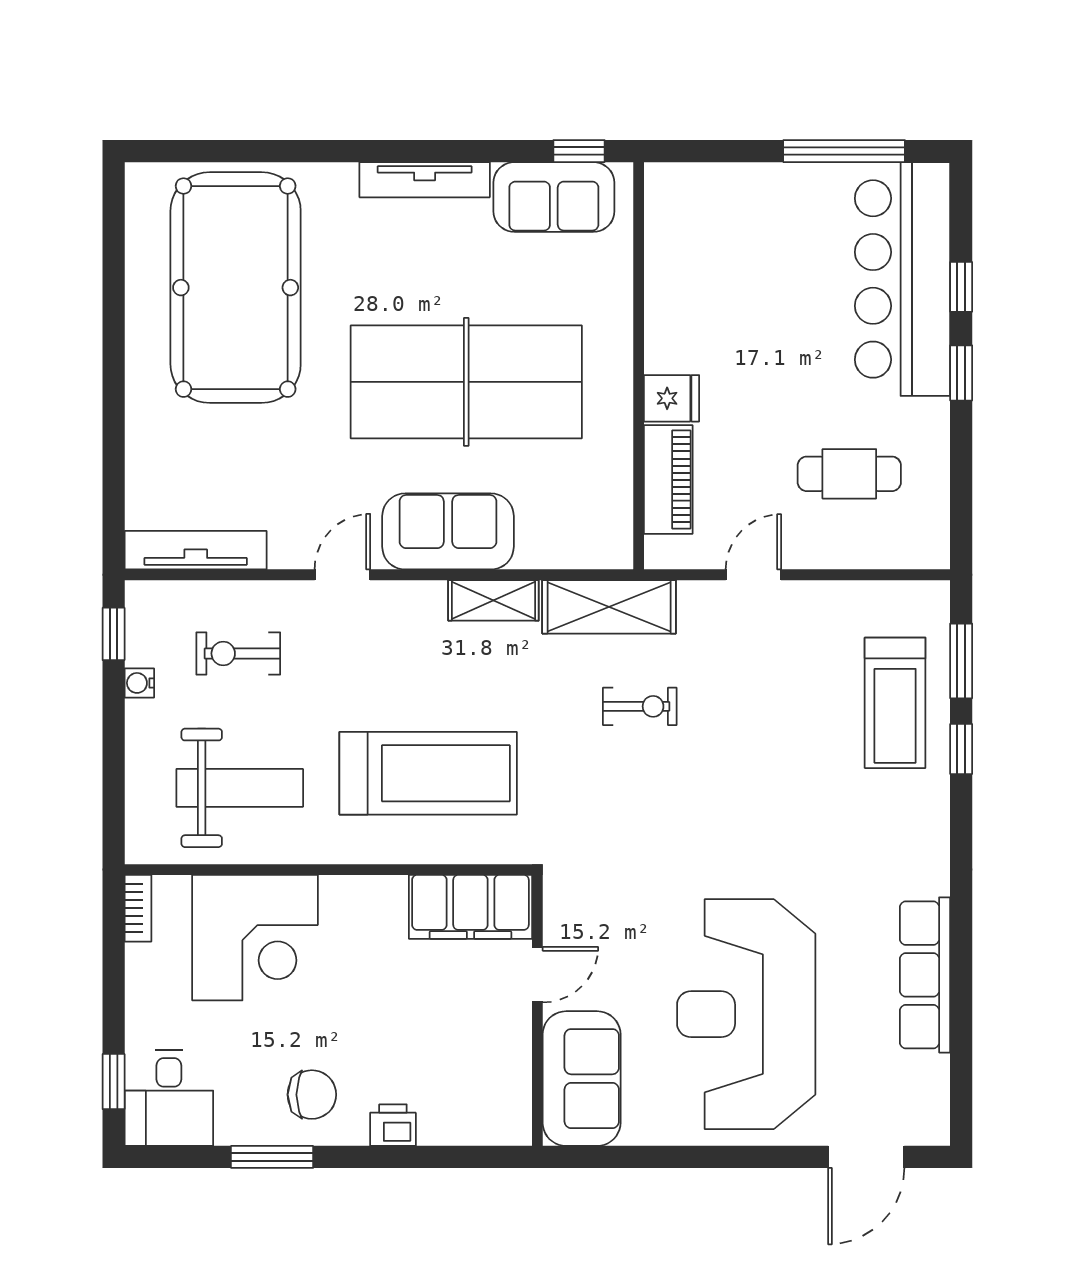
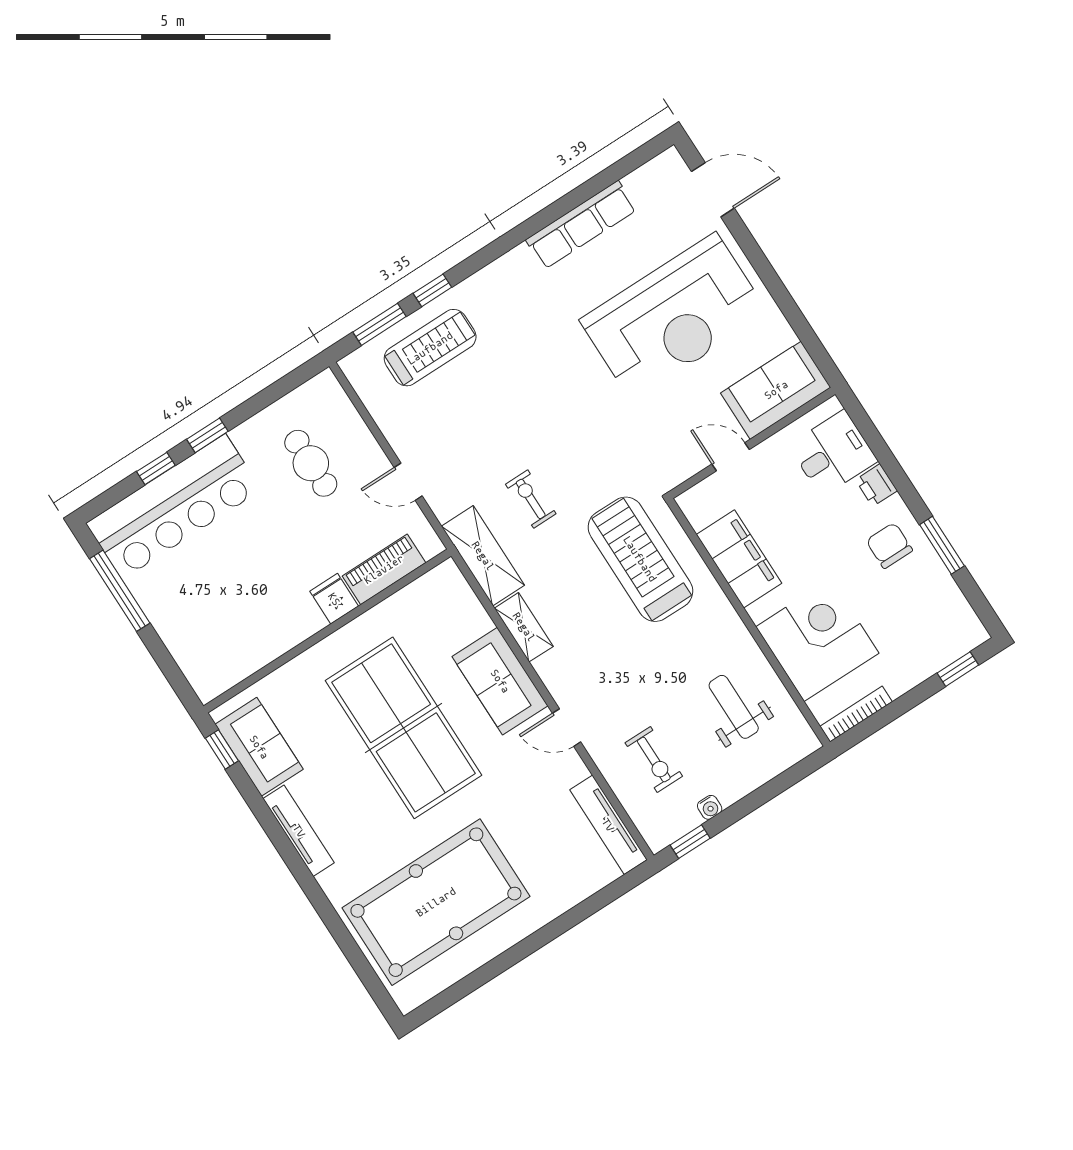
treadmill: (428, 773) -> (640, 559), moved
weight bench: (240, 788) -> (734, 707), width x0.73, depth x0.75
filing cabinet: (470, 907) -> (739, 559), moved
bookcase: (138, 908) -> (856, 714), width x1.56
desk: (169, 1098) -> (833, 453), moved

